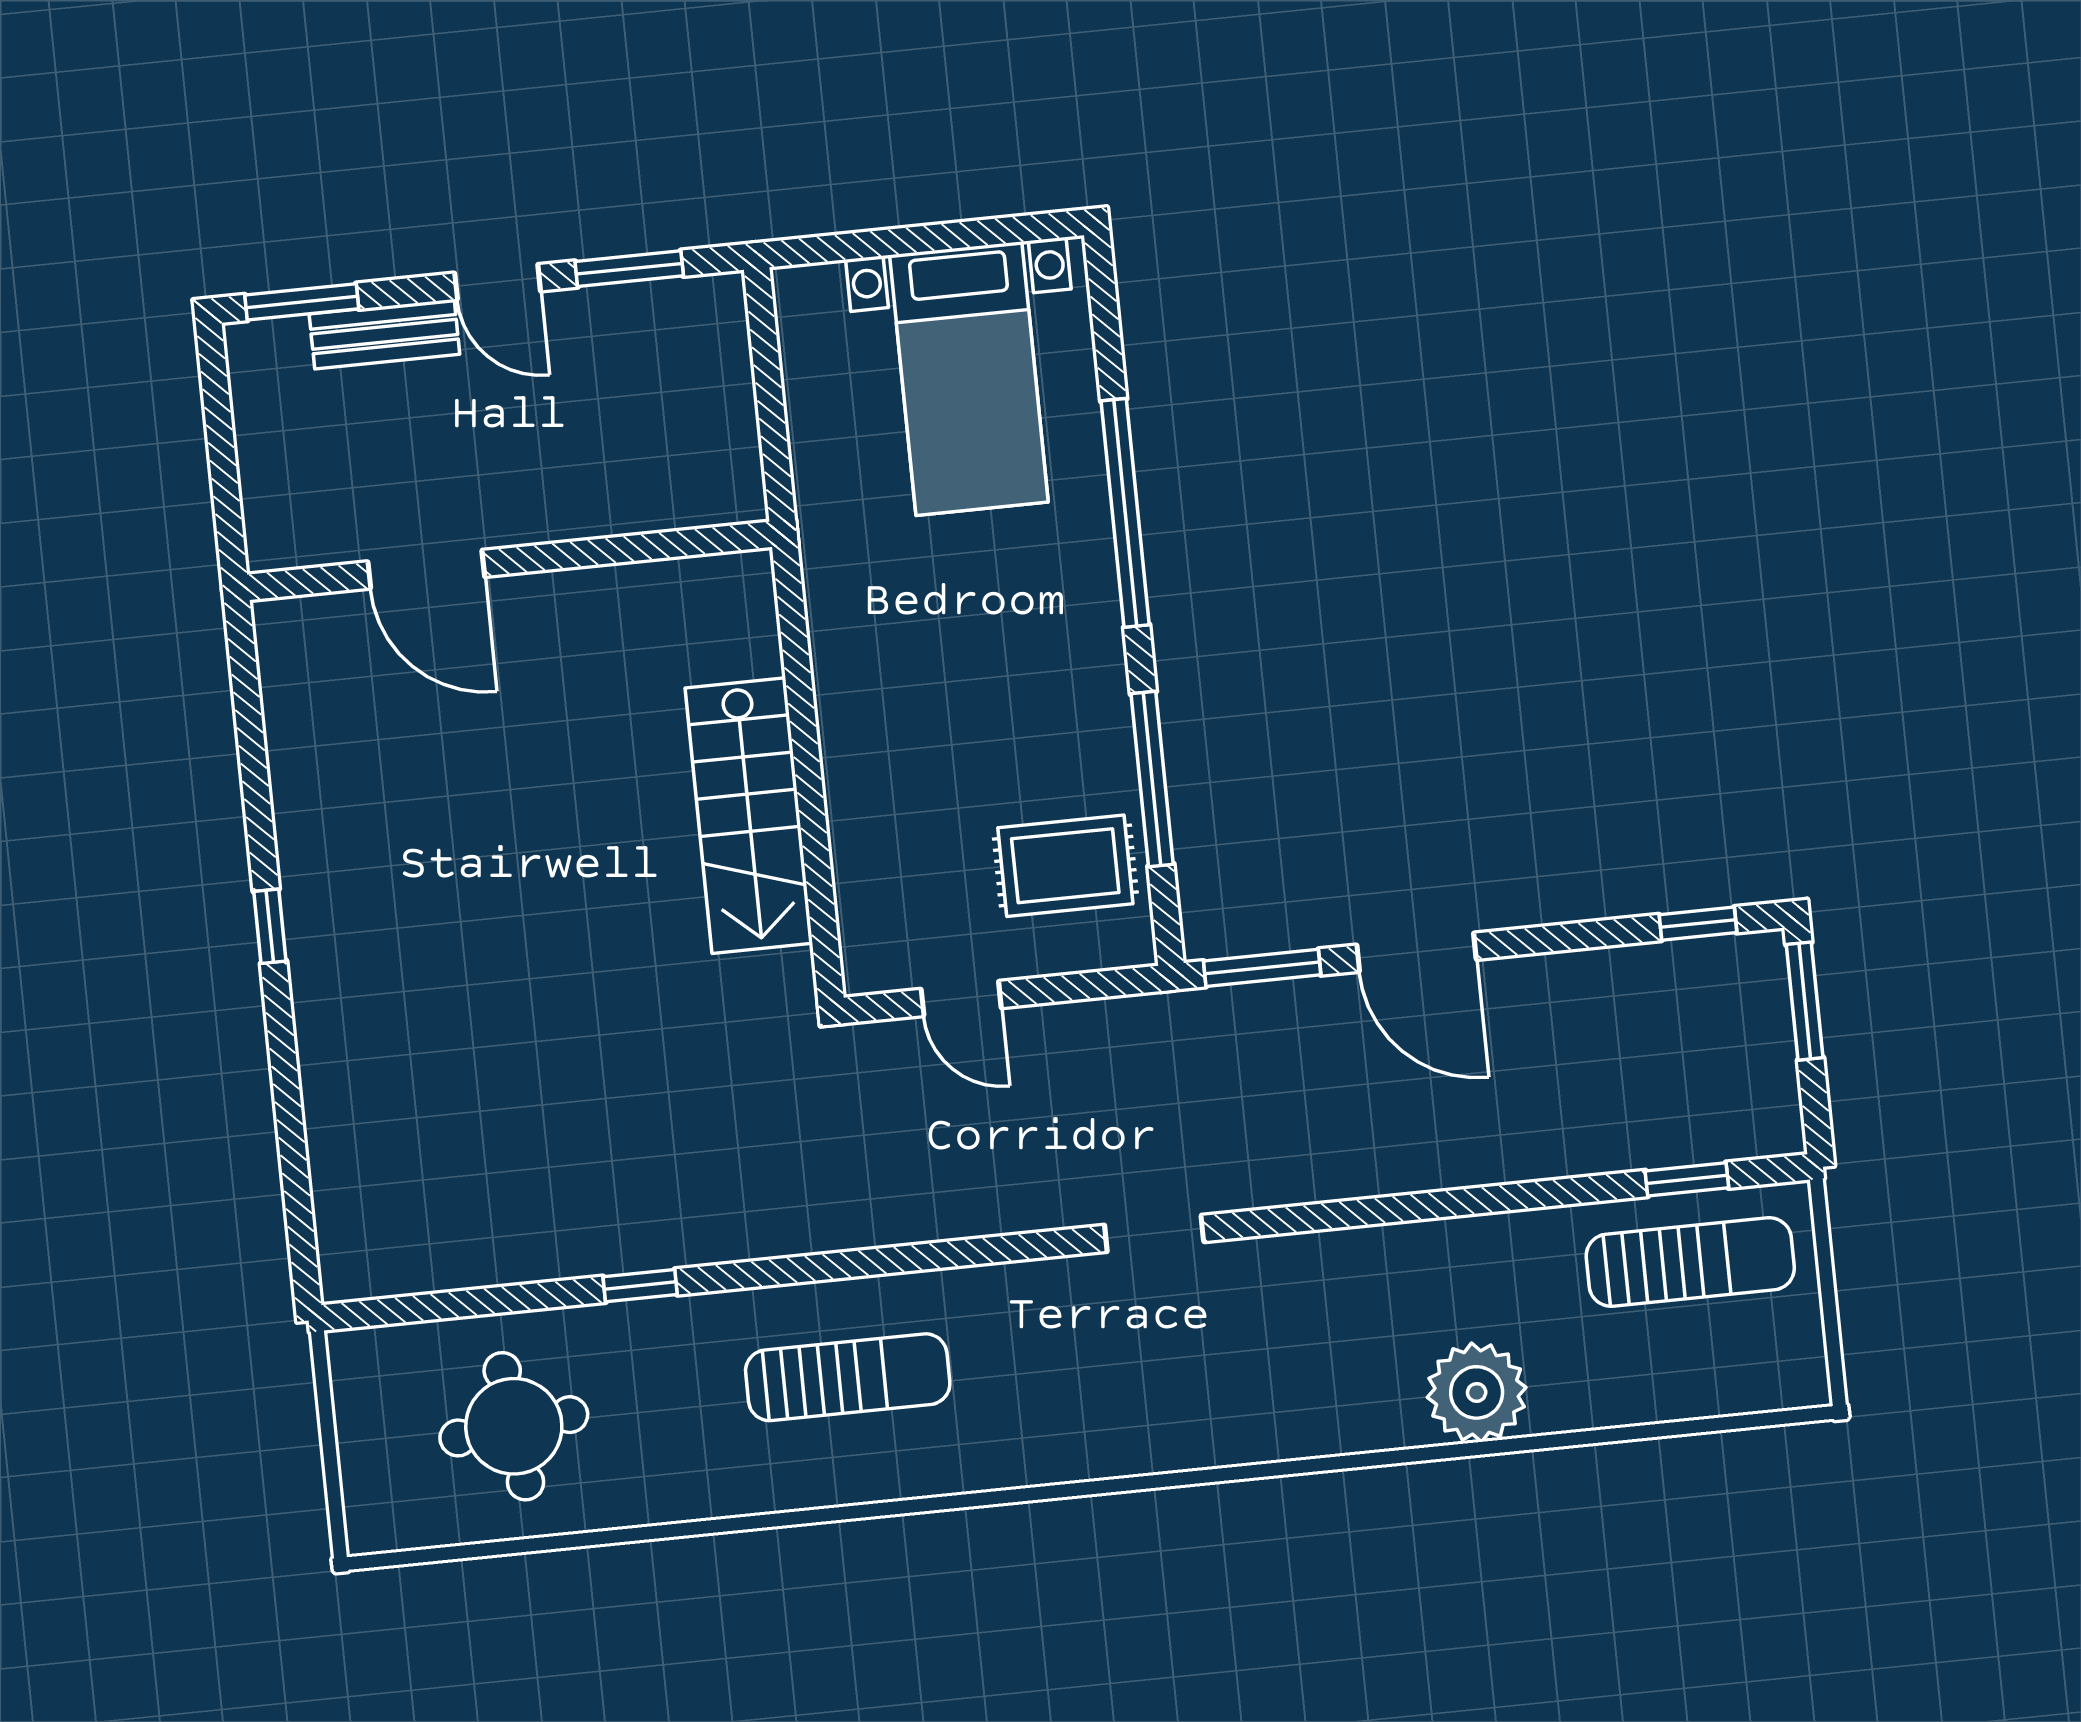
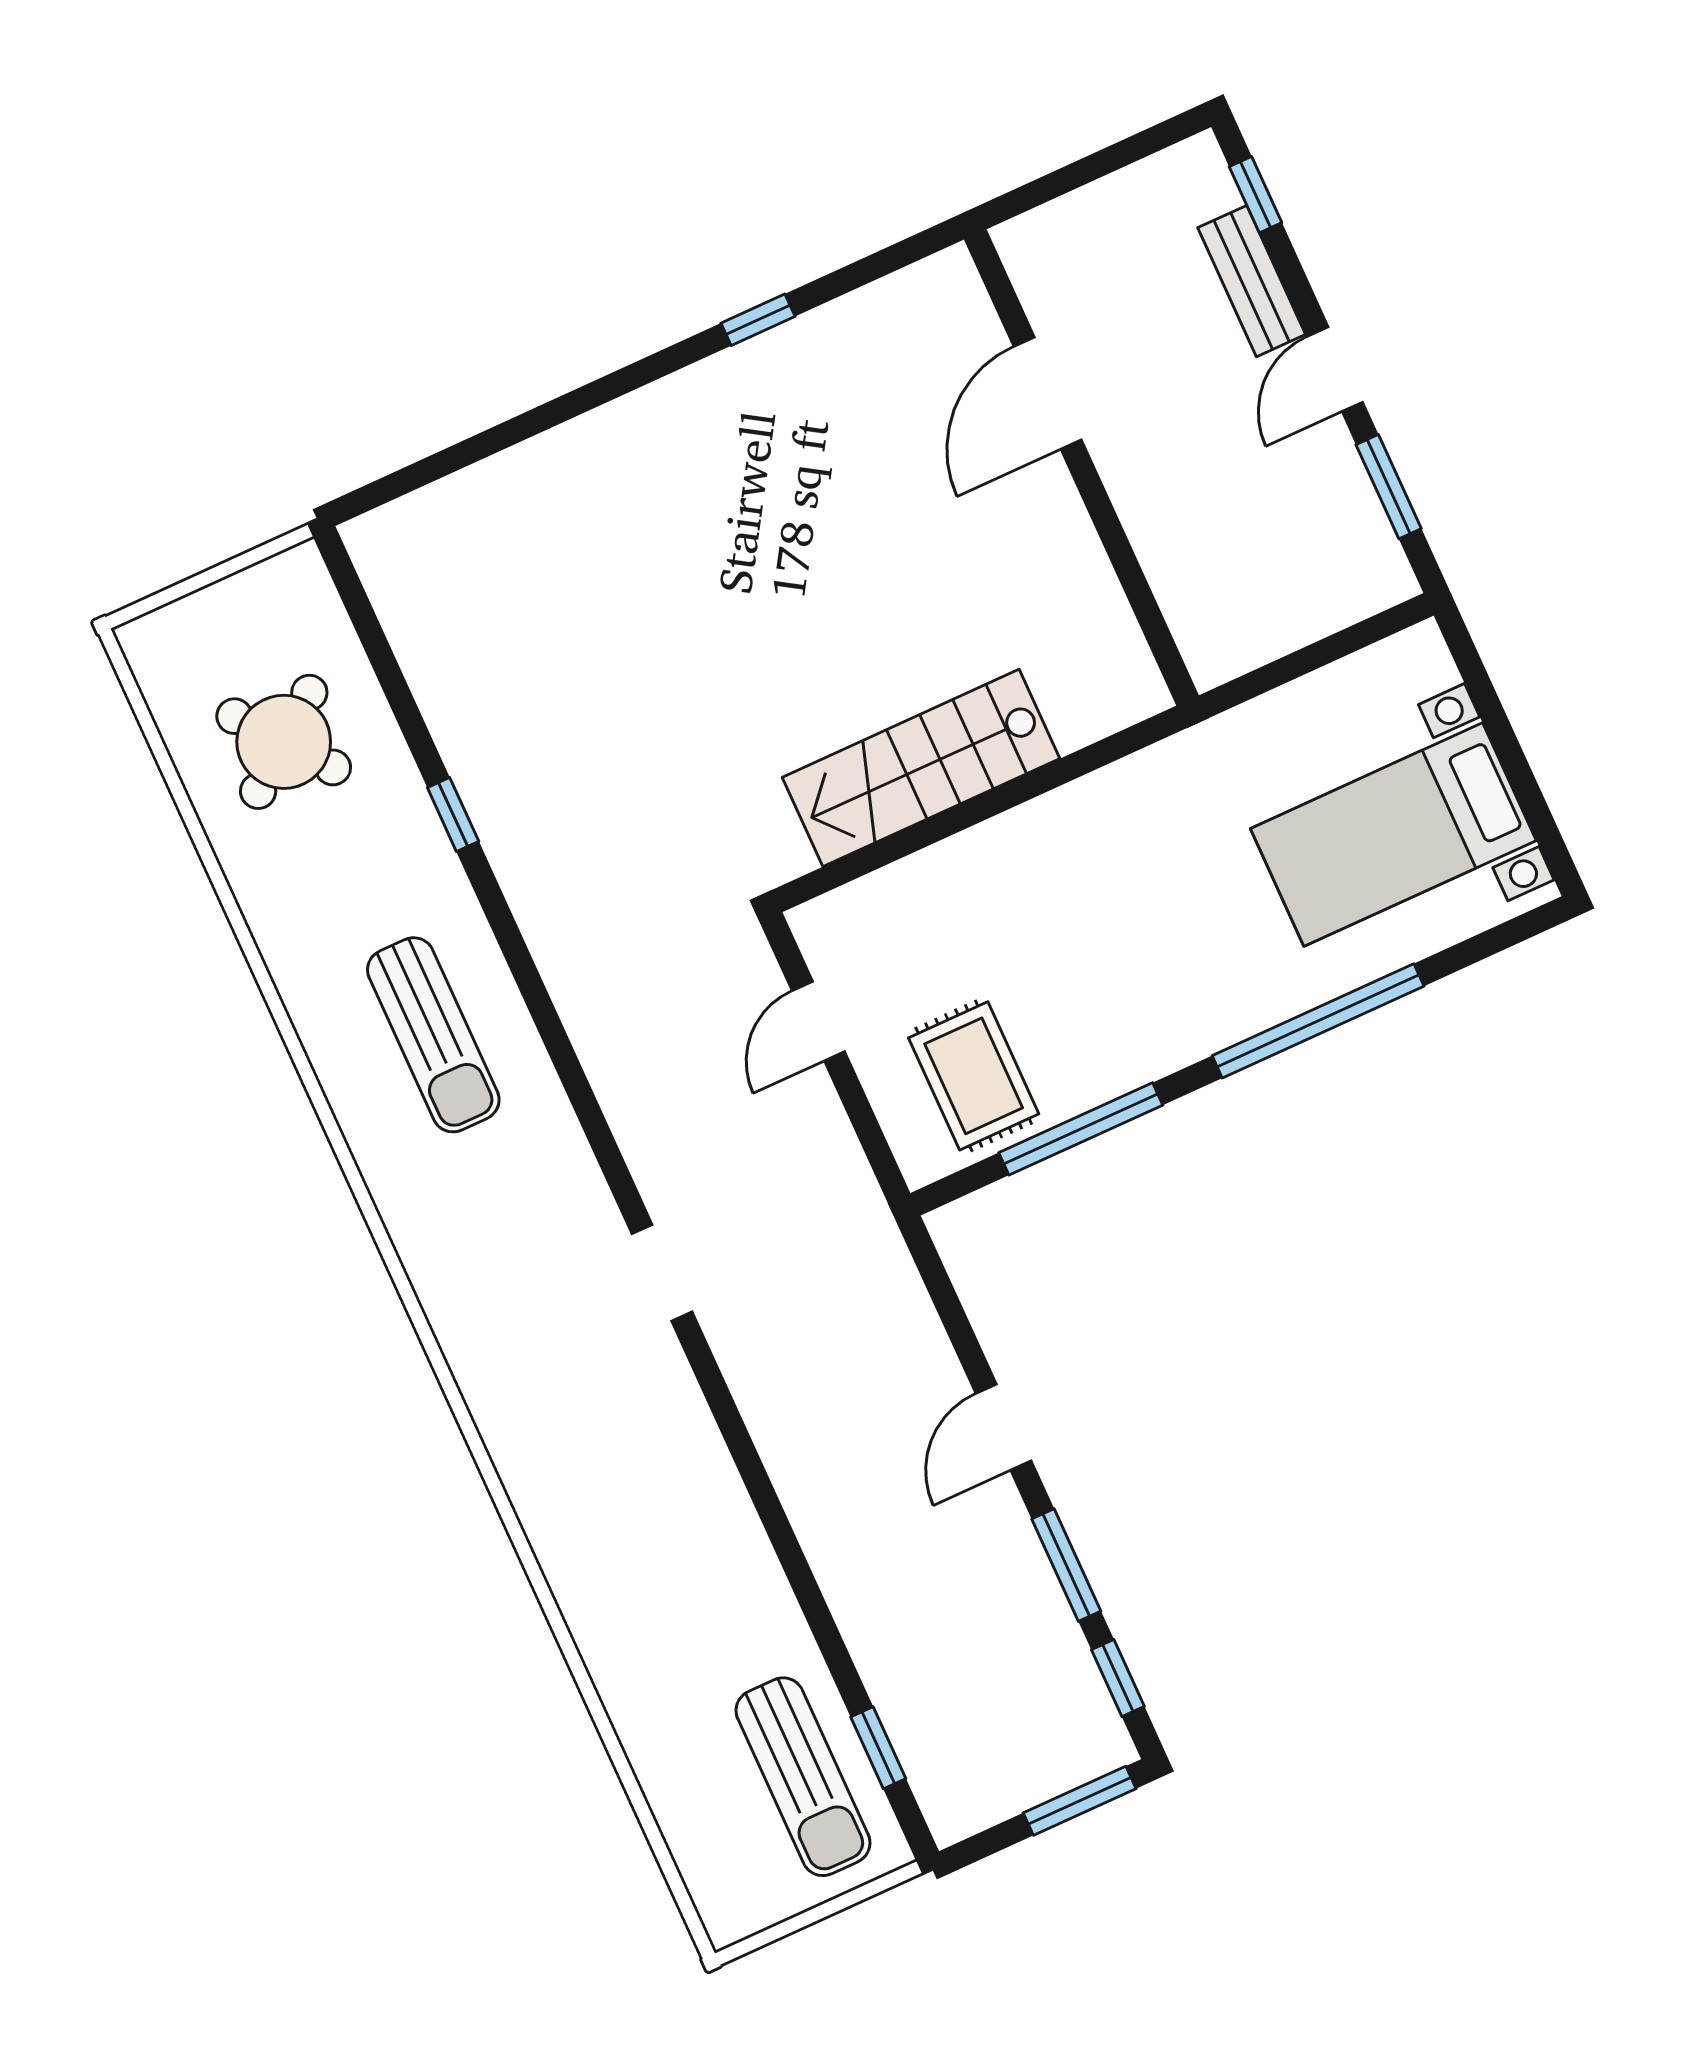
window: (302, 302) -> (1256, 195), width x0.67
window: (270, 926) -> (758, 320), moved
door: (1417, 952) -> (1003, 1427), width x0.73
window: (1262, 968) -> (1066, 1565), moved
plant: (1477, 1392) -> (616, 1620), removed
round table: (514, 1426) -> (284, 742), turned -32

